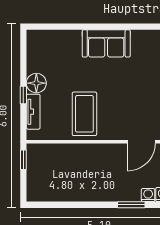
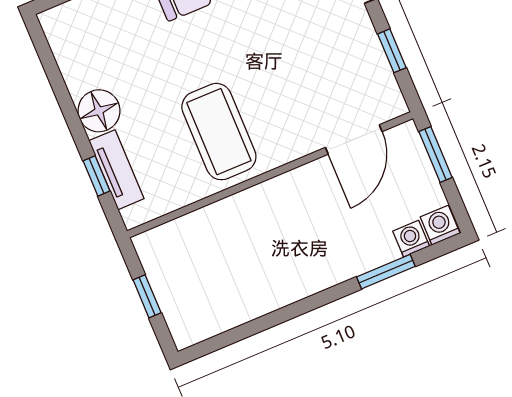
window: (23, 95) -> (96, 176), moved
window: (23, 160) -> (147, 296), moved

